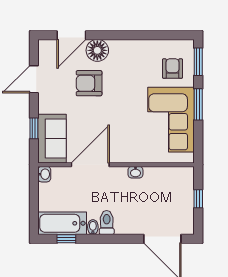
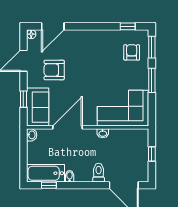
window: (167, 35) -> (128, 26), added
floor lamp: (97, 50) -> (31, 34), moved, width x0.53, depth x0.53
armchair: (89, 83) -> (54, 70), moved
corner sofa: (171, 120) -> (123, 108), moved, turned 90
toilet: (107, 223) -> (99, 173), moved

